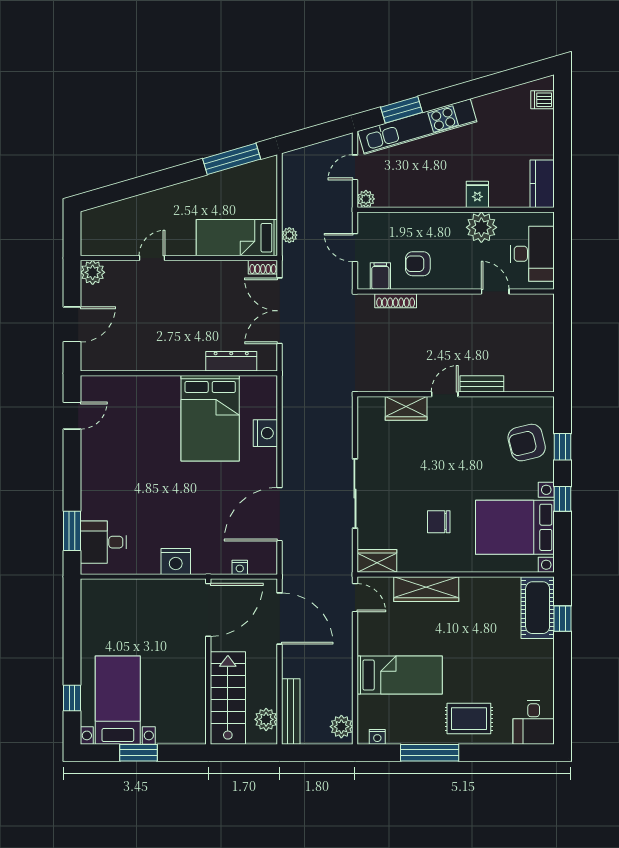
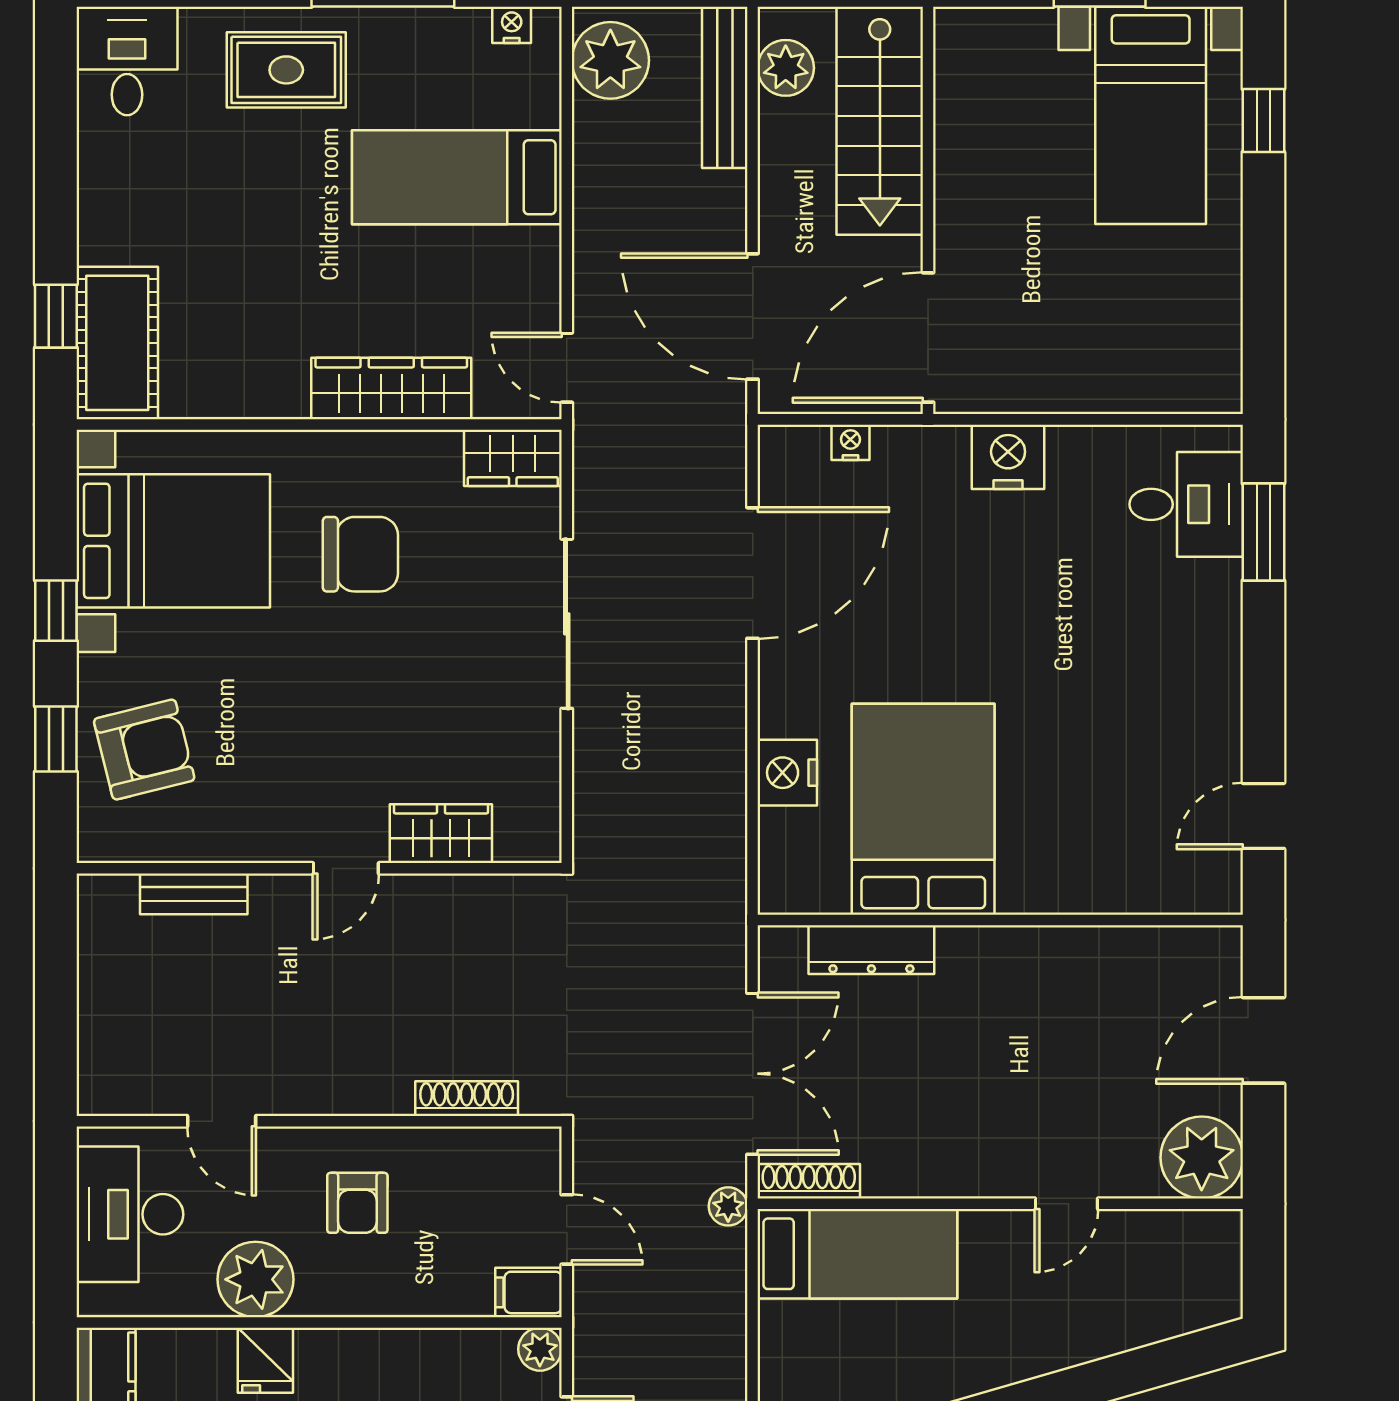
plant: (289, 235) -> (728, 1206), moved
armchair: (418, 264) -> (357, 1203), moved, turned 90
shoe rack: (263, 267) -> (809, 1181), width x1.43
plant: (93, 272) -> (1202, 1158), width x1.36, depth x1.36
filing cabinet: (380, 276) -> (529, 1292), moved, turned 90
bench: (482, 384) -> (194, 894), moved
chair: (439, 522) -> (360, 554), width x1.37, depth x1.37
plant: (341, 727) -> (610, 60), width x1.36, depth x1.36

